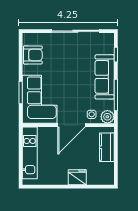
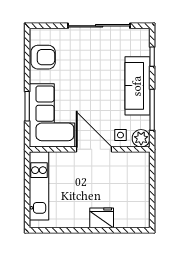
door: (72, 125) -> (94, 149), swing flipped
kitchen counter: (107, 147) -> (140, 178), removed

